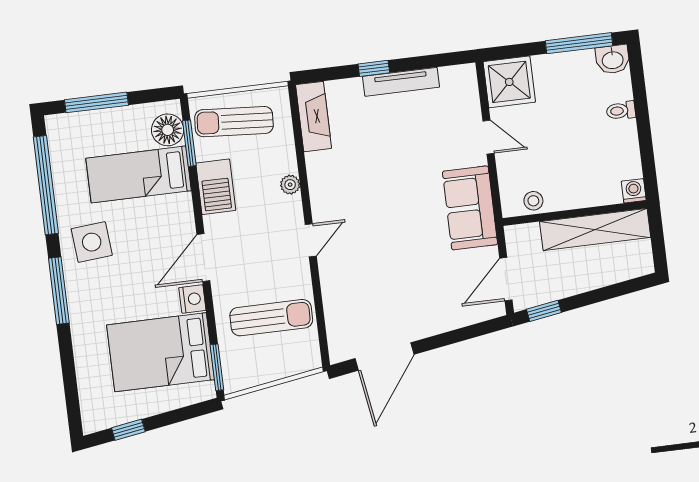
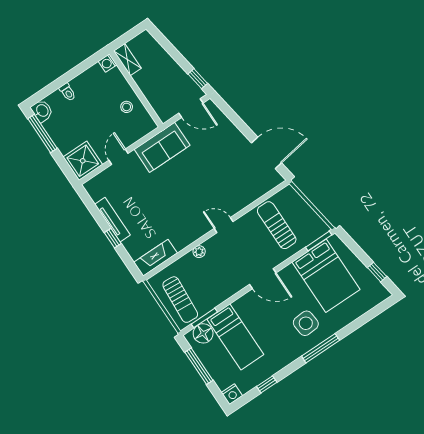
window: (96, 102) -> (199, 366), moved
window: (46, 185) -> (267, 384), width x0.32
barbecue: (216, 187) -> (221, 292), removed
stool: (533, 201) -> (127, 107), moved
shelving: (595, 230) -> (127, 60), width x0.45, depth x0.75
side table: (92, 242) -> (306, 323), moved
nightstand: (192, 299) -> (232, 394), moved, turned 180

